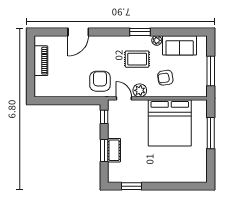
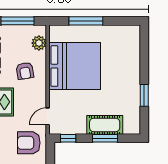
plant: (140, 90) -> (39, 43), moved
cot: (114, 150) -> (105, 125), width x1.37, depth x1.34
window: (132, 186) -> (144, 95), moved

